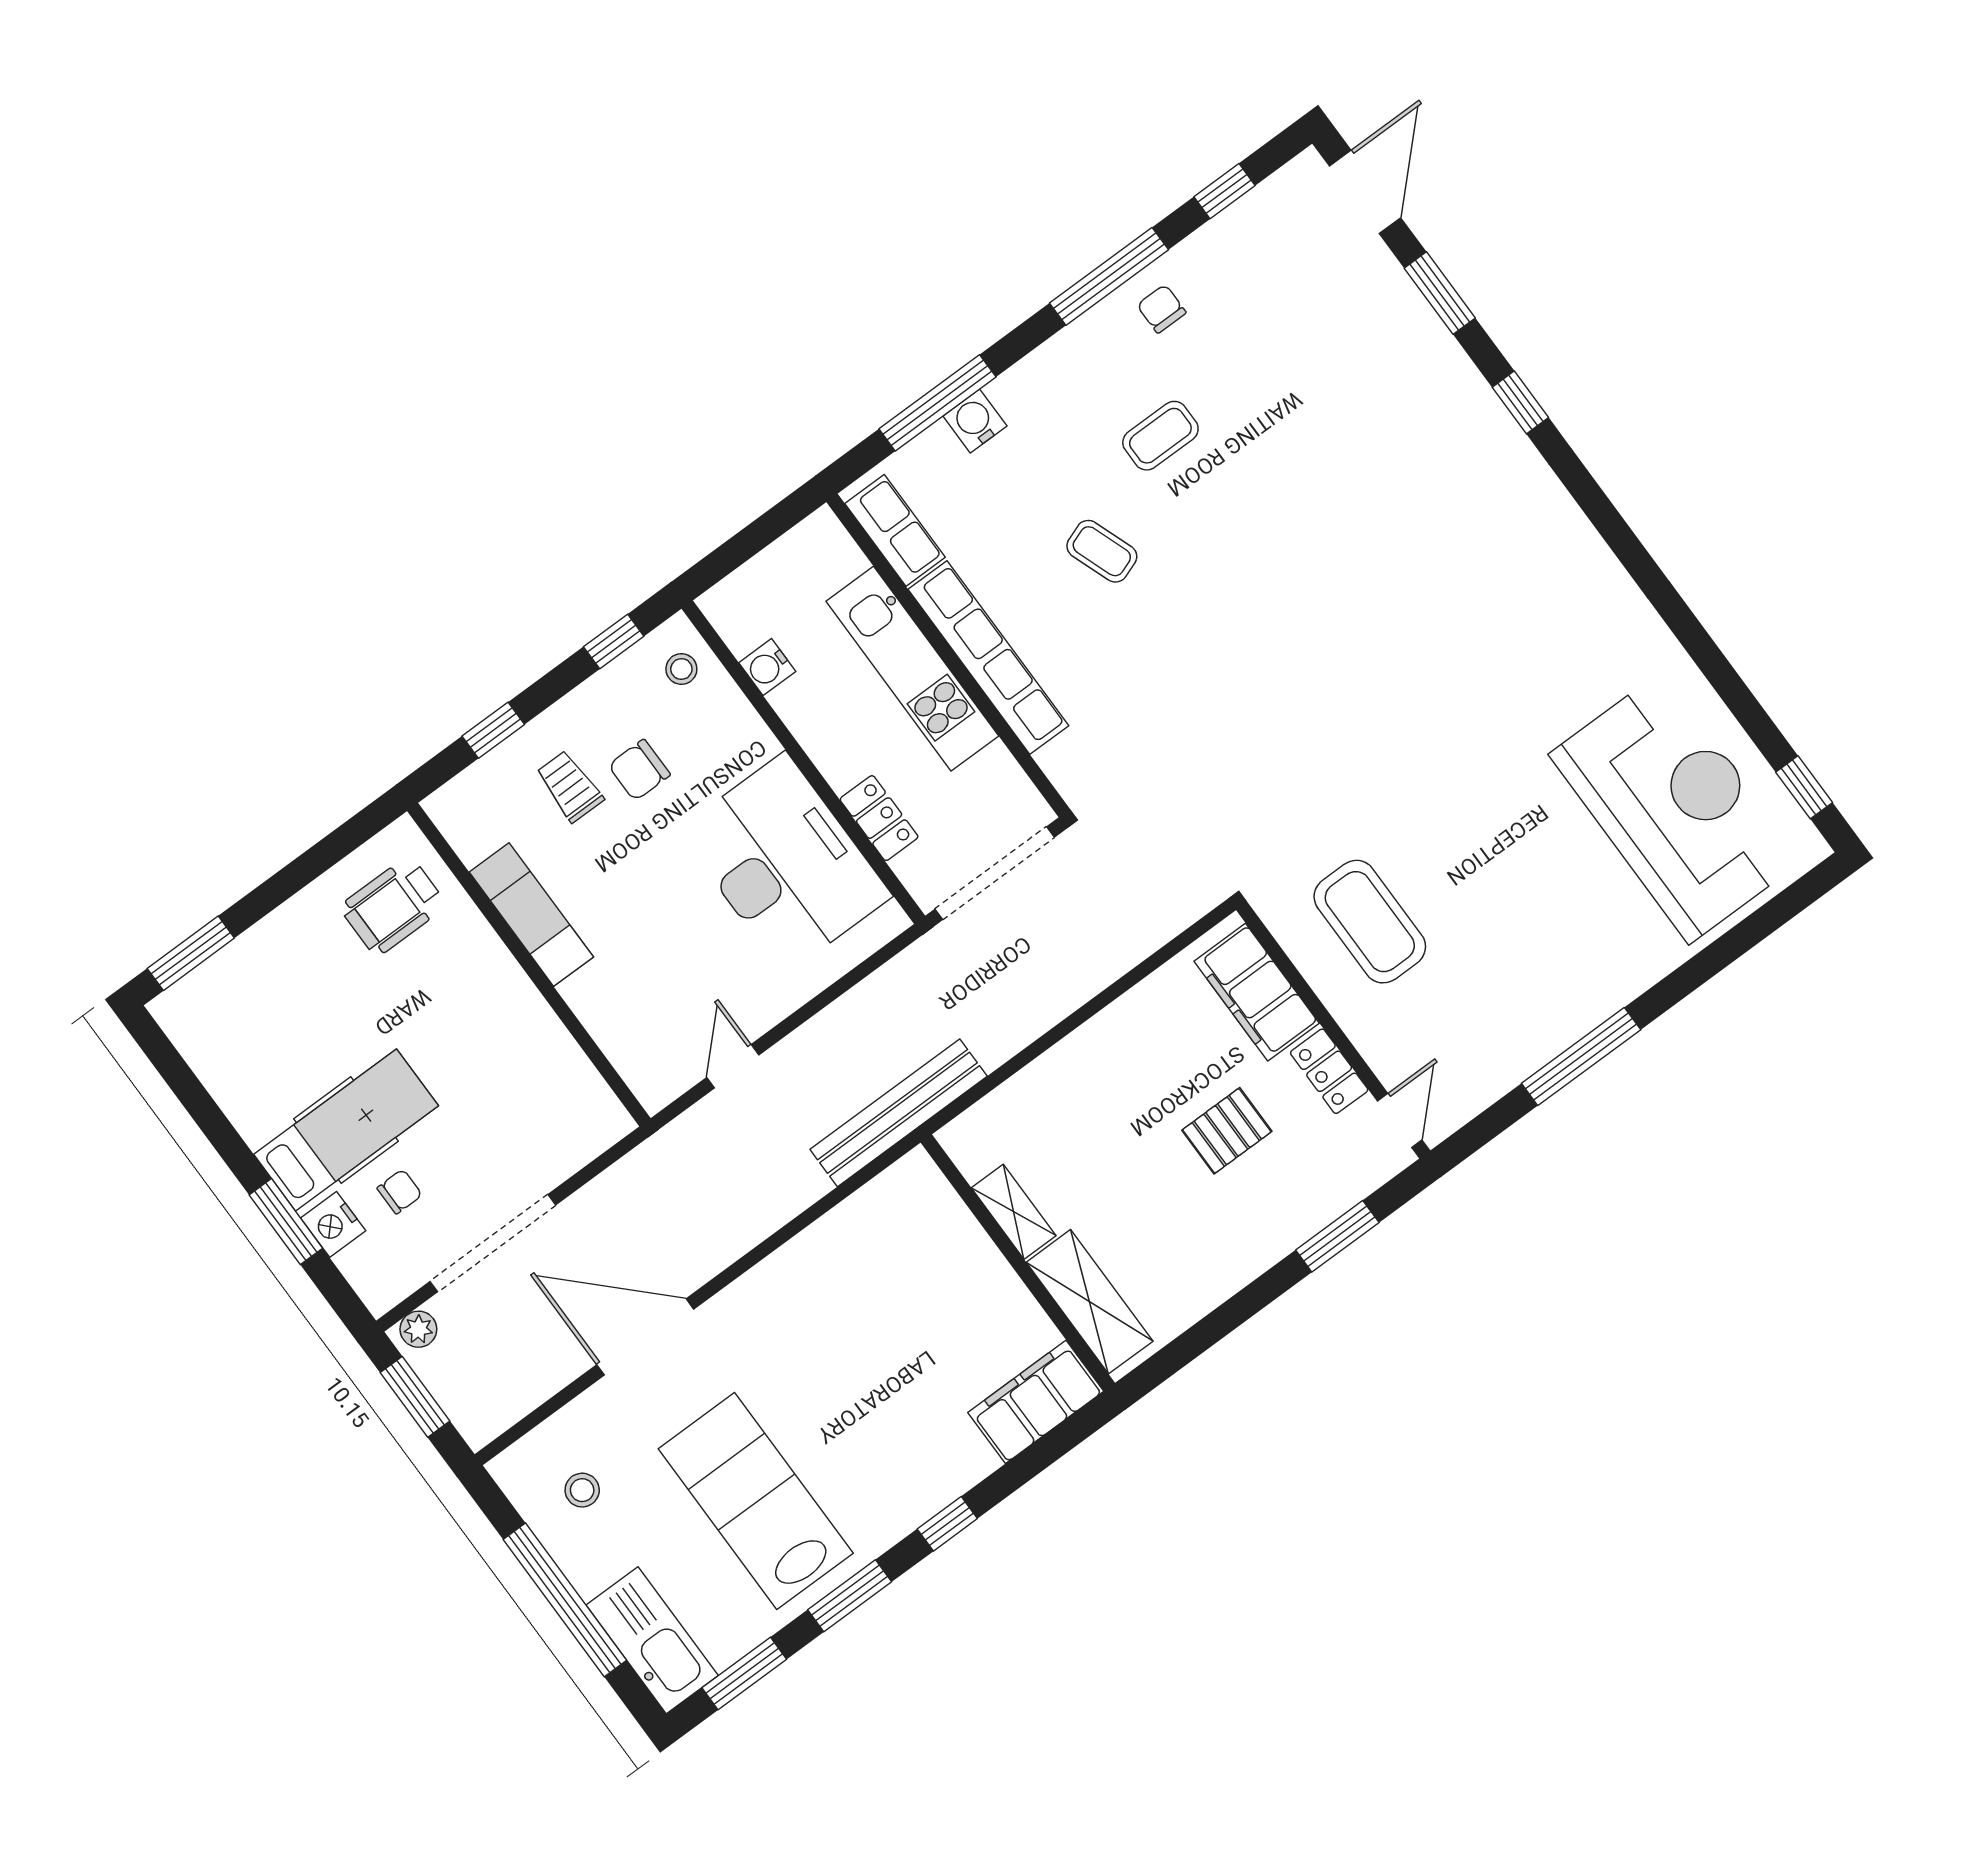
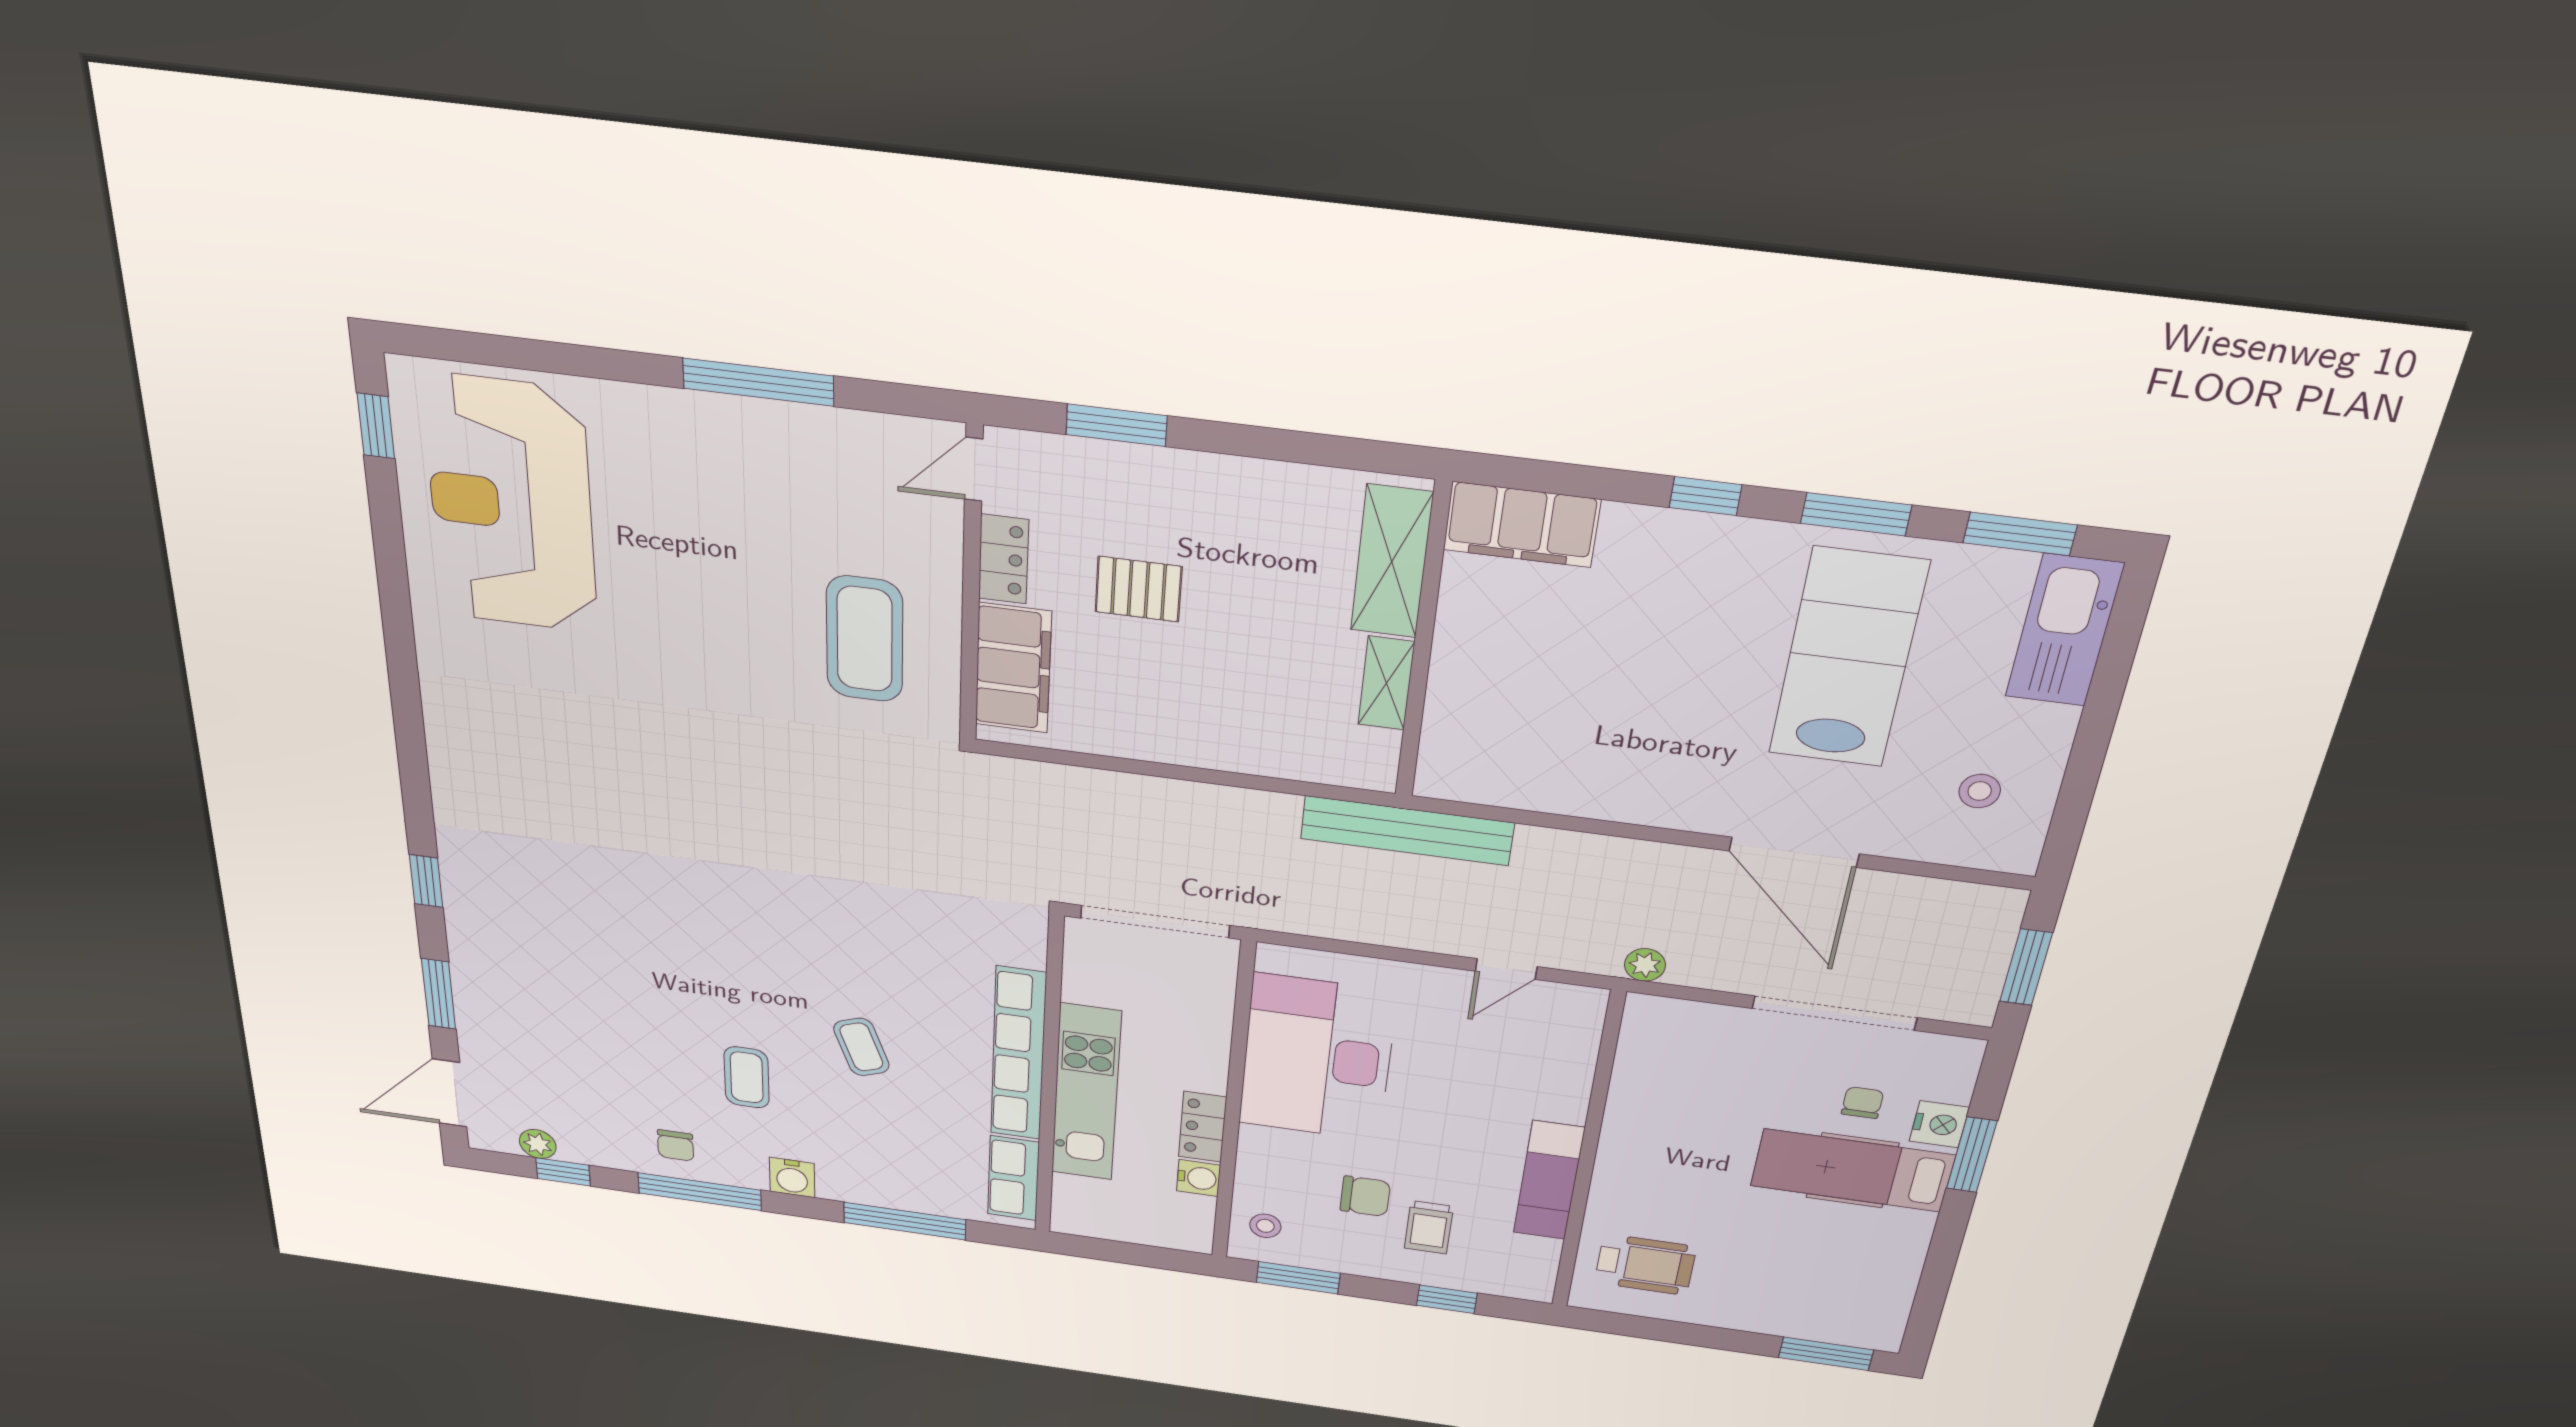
plant: (1264, 203) -> (538, 1144), added
water cooler: (975, 421) -> (792, 1178), moved
coffee table: (1160, 436) -> (747, 1077), turned 90
window: (614, 641) -> (1298, 1278), width x1.50
locker: (879, 818) -> (1203, 1127), moved
chair: (400, 1192) -> (1863, 1103), turned 90
plant: (418, 1329) -> (1645, 965), moved
lab bench: (756, 1501) -> (1848, 658), turned 180
window: (565, 1600) -> (2096, 725), removed

